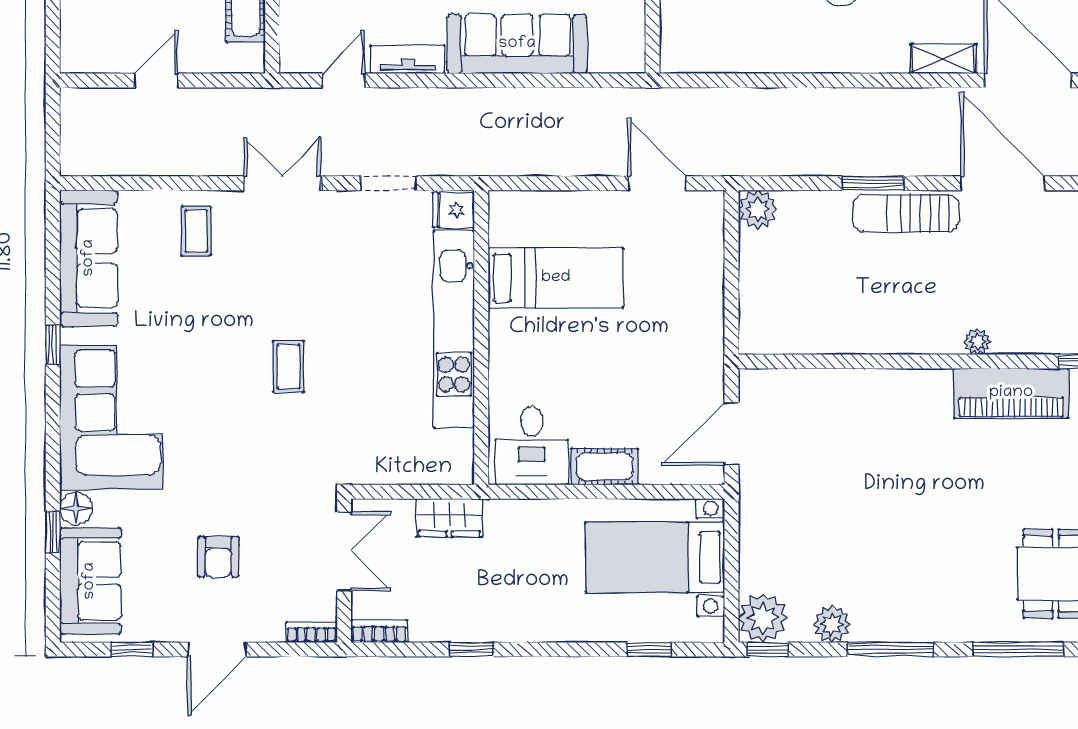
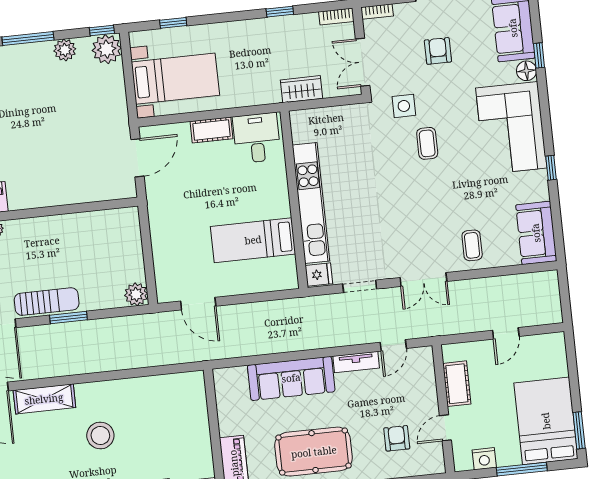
shelving: (943, 59) -> (44, 399), width x1.50, depth x1.33
sofa: (89, 258) -> (536, 233), width x0.73
coffee table: (288, 367) -> (427, 143), moved
side table: (284, 472) -> (404, 106), added

